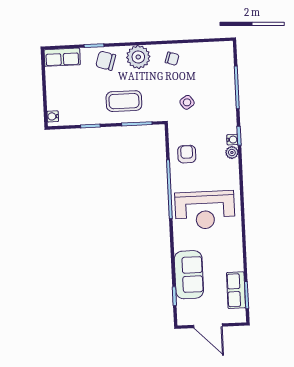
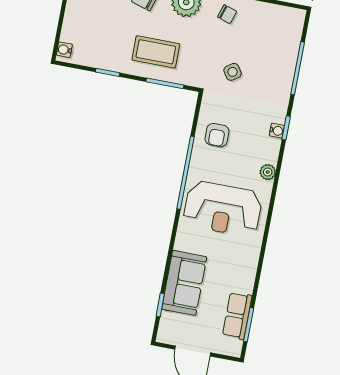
plant: (232, 153) -> (268, 172), moved
armchair: (187, 154) -> (217, 135), turned 180

